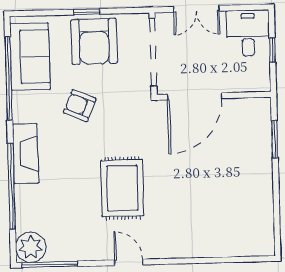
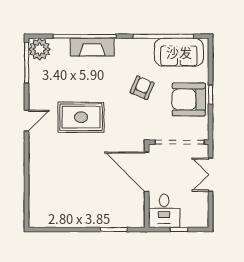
desk: (248, 33) -> (164, 211), moved, turned 90
fireplace: (25, 154) -> (92, 47), moved

